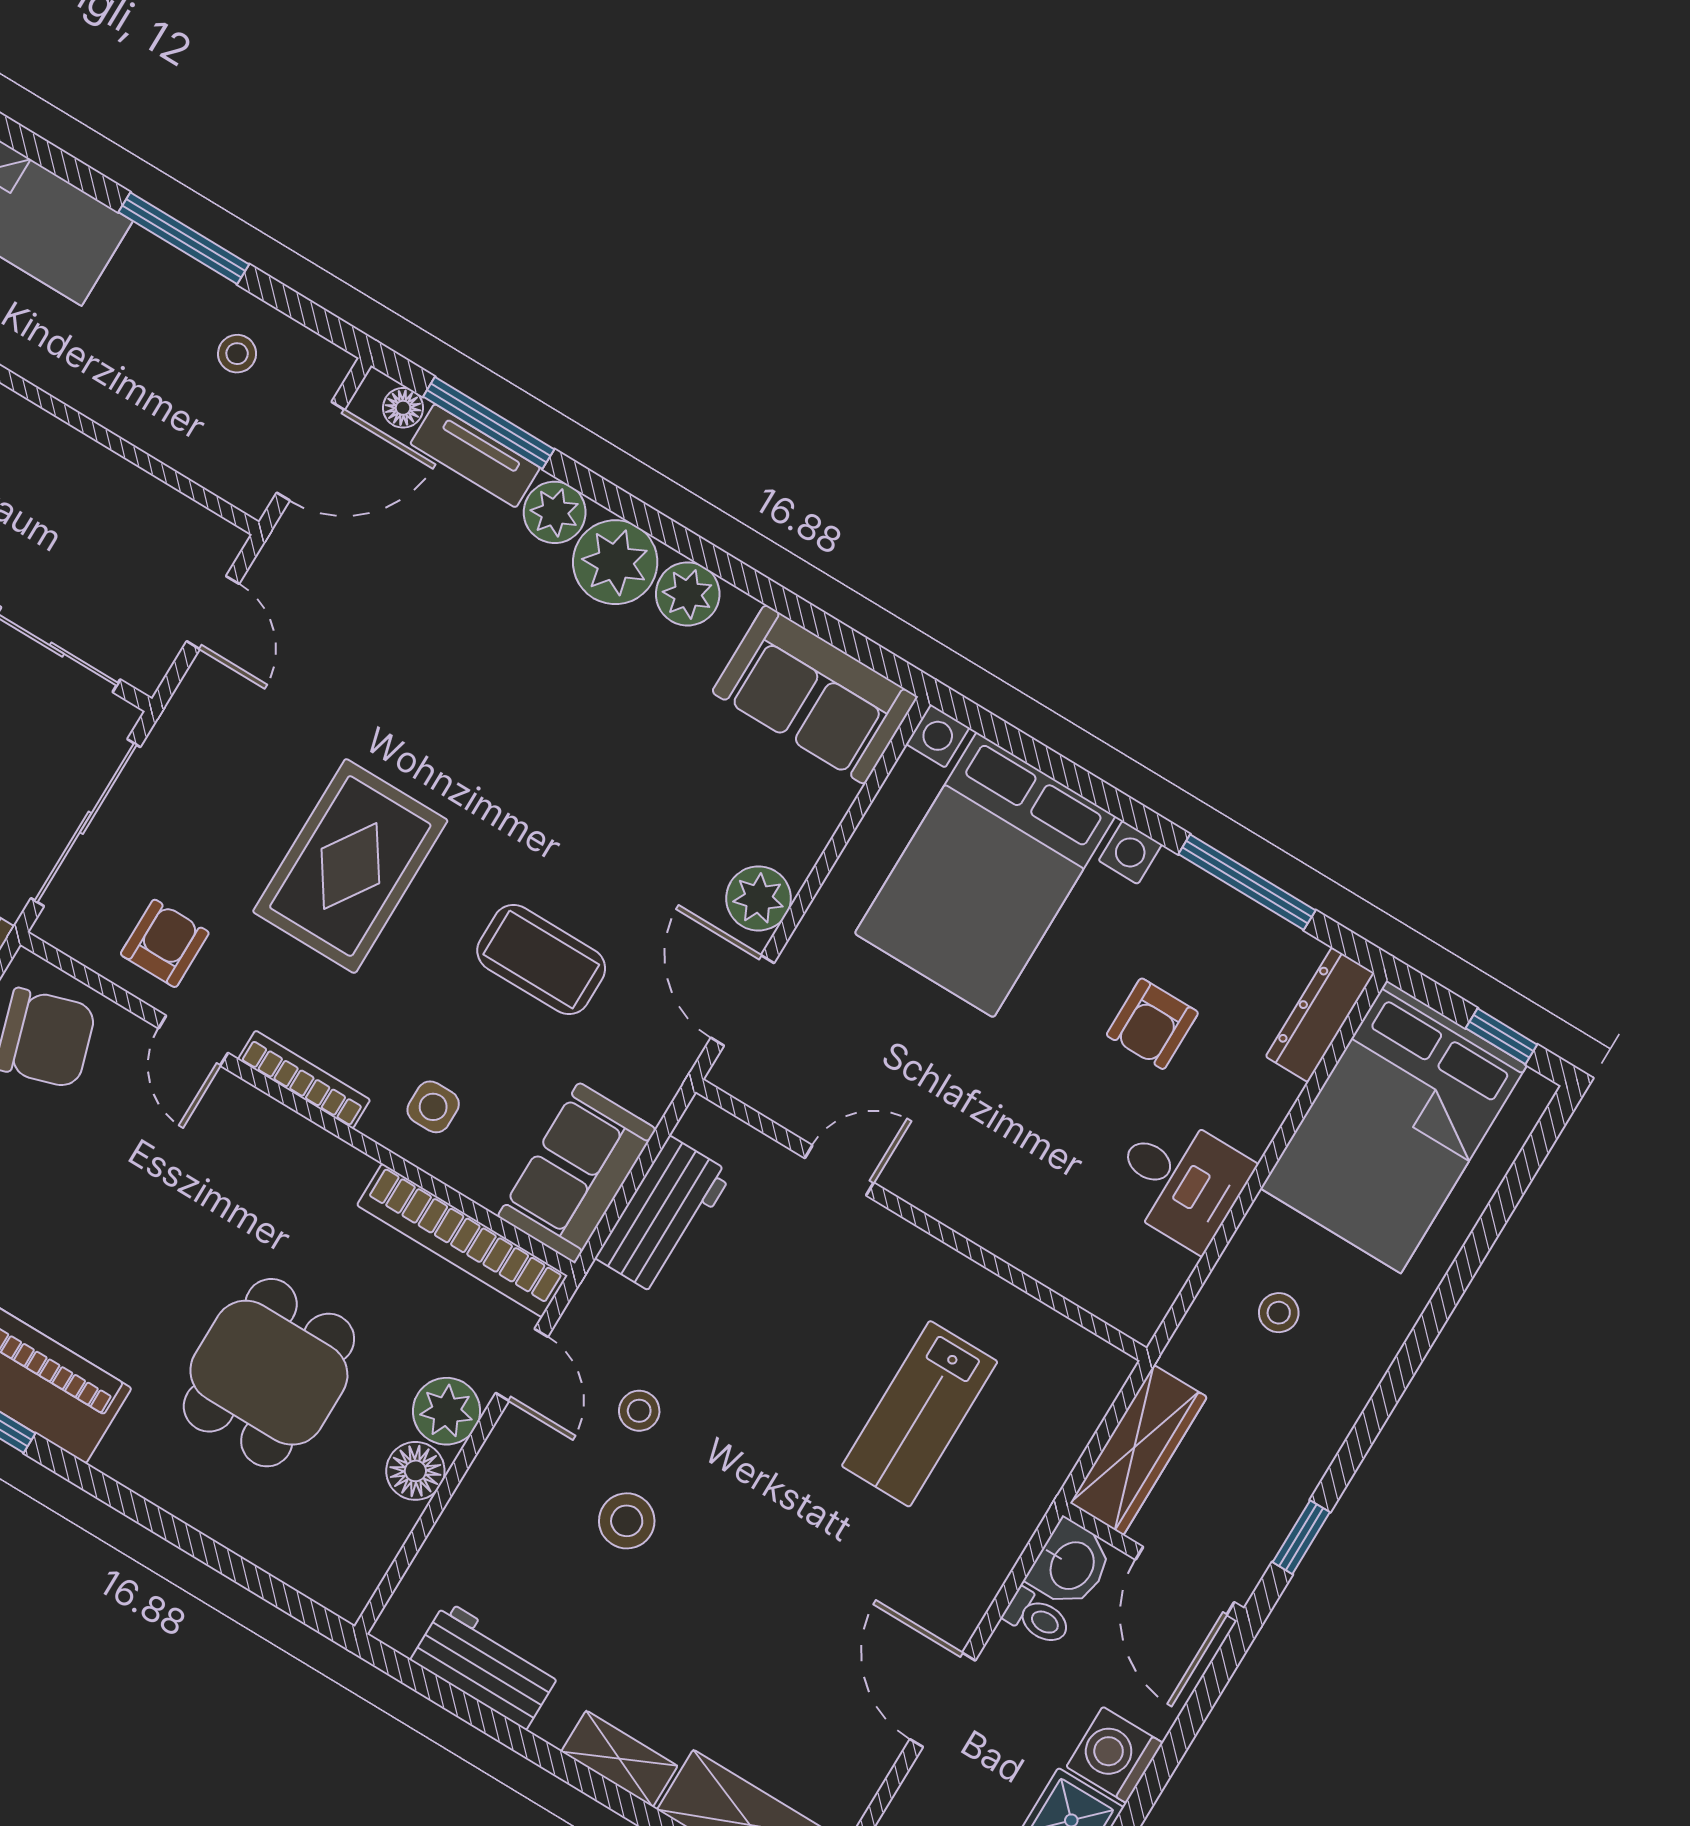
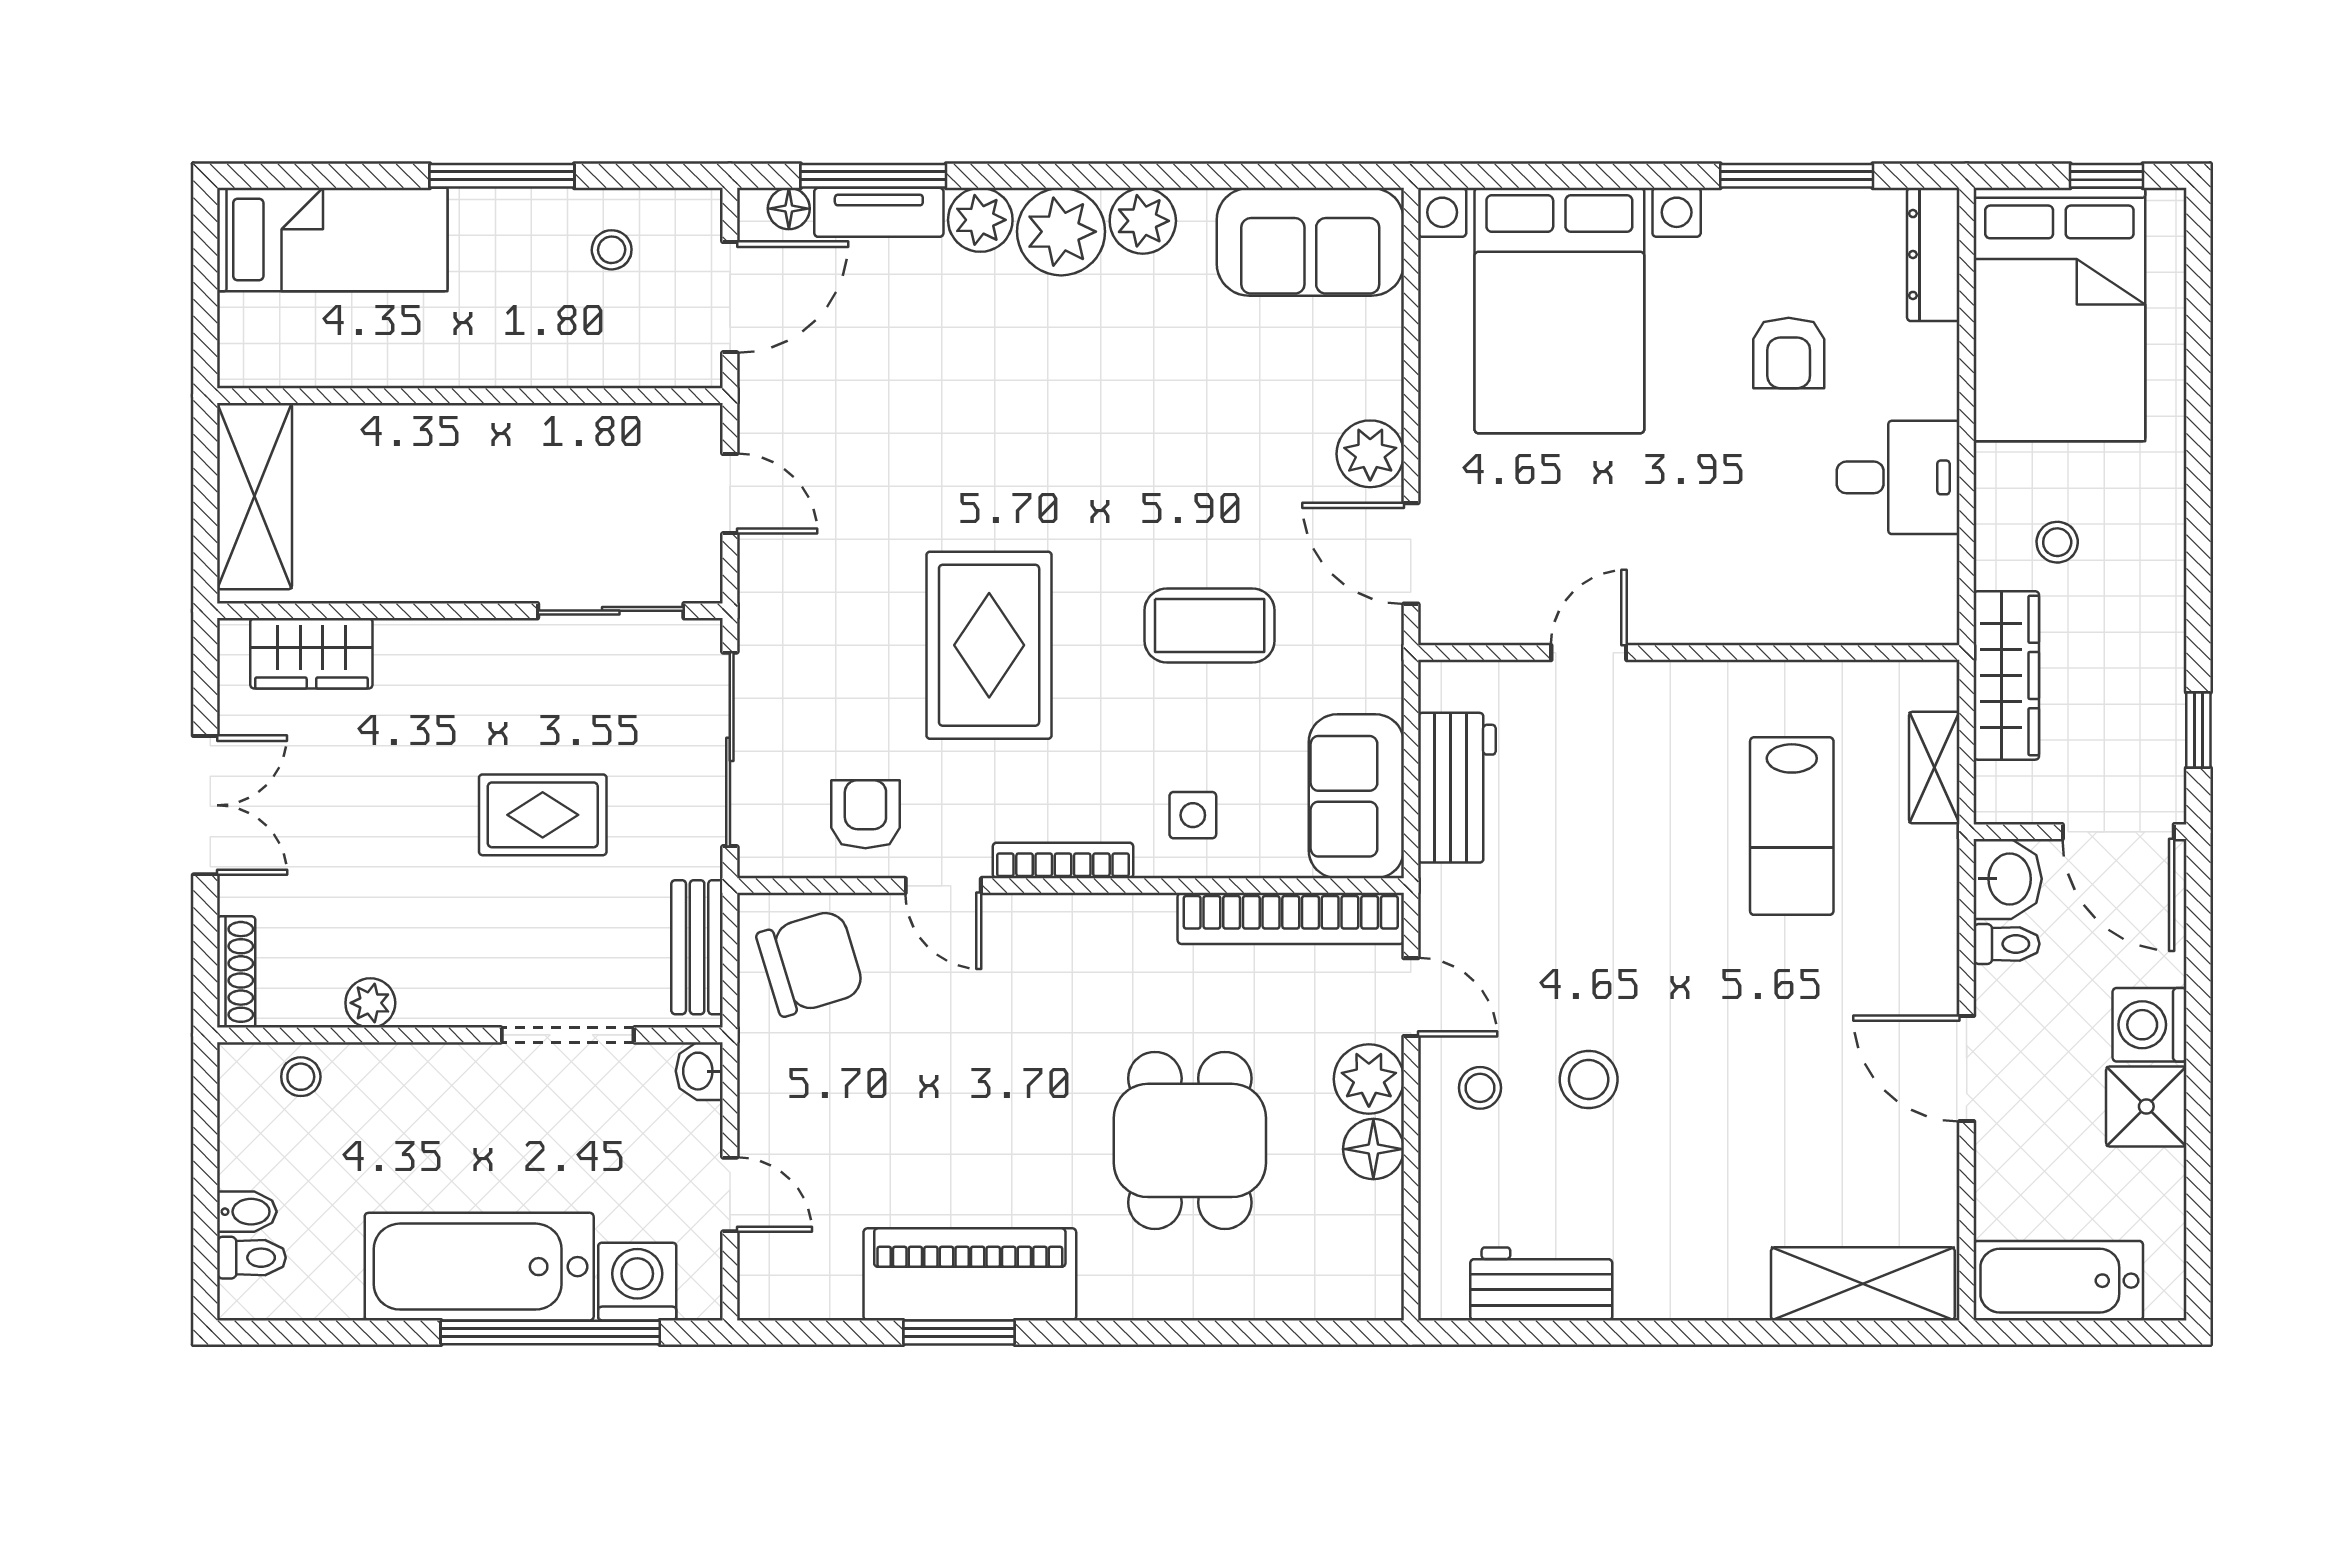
stool: (639, 1411) -> (1480, 1088), moved
wardrobe: (1138, 1450) -> (2006, 675), moved
shelving: (619, 1759) -> (1934, 768), moved, turned 90

